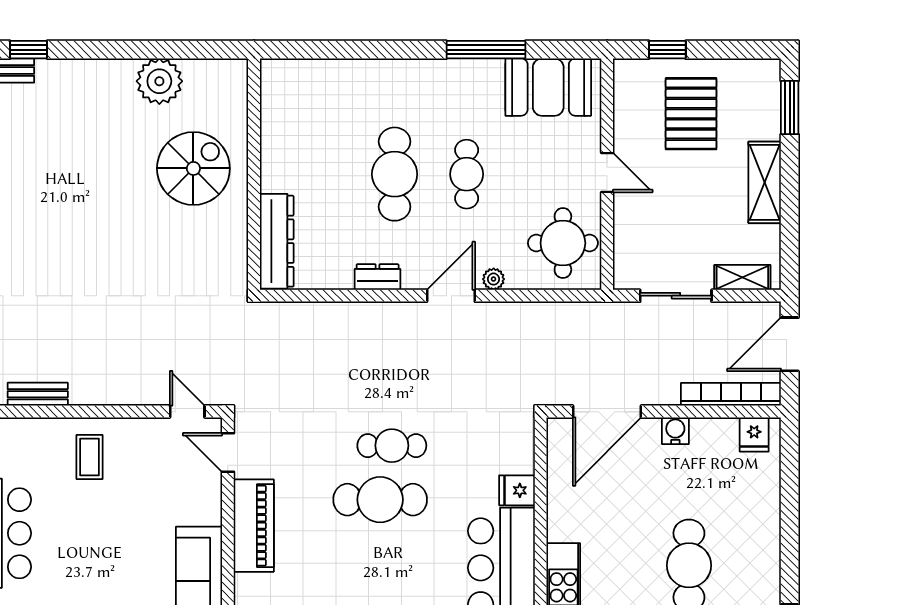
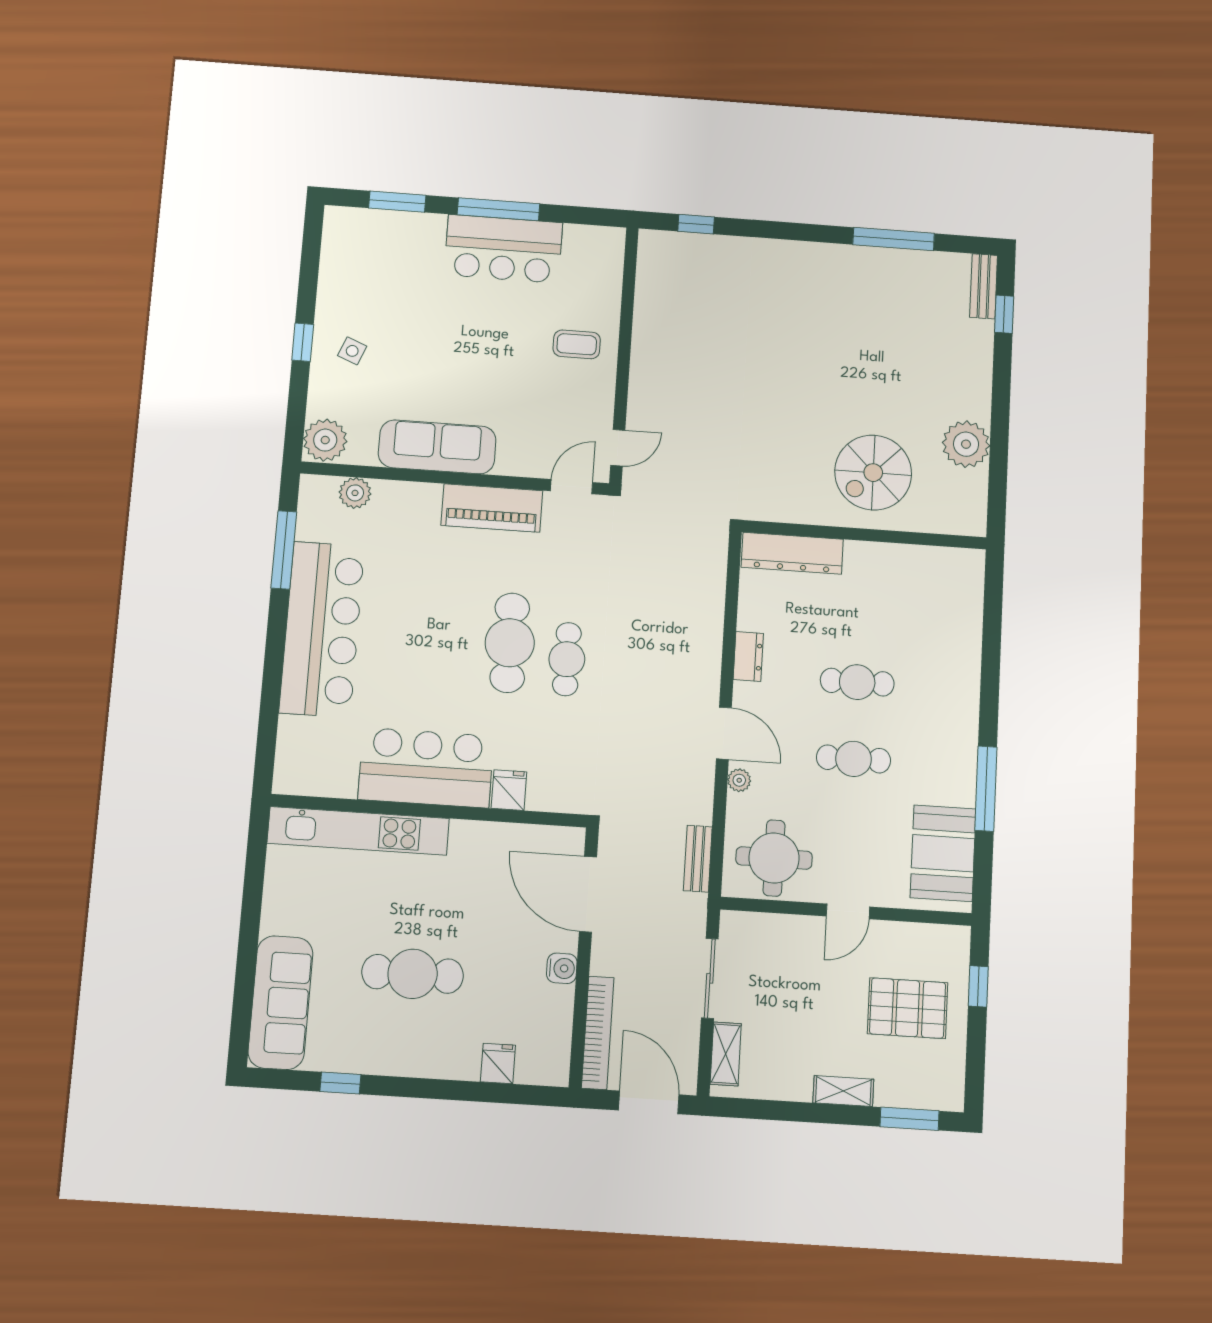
spiral stairs: (193, 168) -> (873, 473), turned 90
cafe table: (395, 174) -> (857, 682), width x0.73, depth x0.74
shelving: (765, 182) -> (843, 1091), width x0.67, depth x0.75
bench: (38, 394) -> (698, 859), moved
fridge: (754, 435) -> (498, 1064), moved, turned 90

